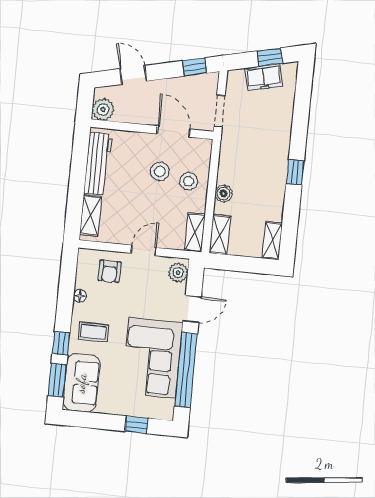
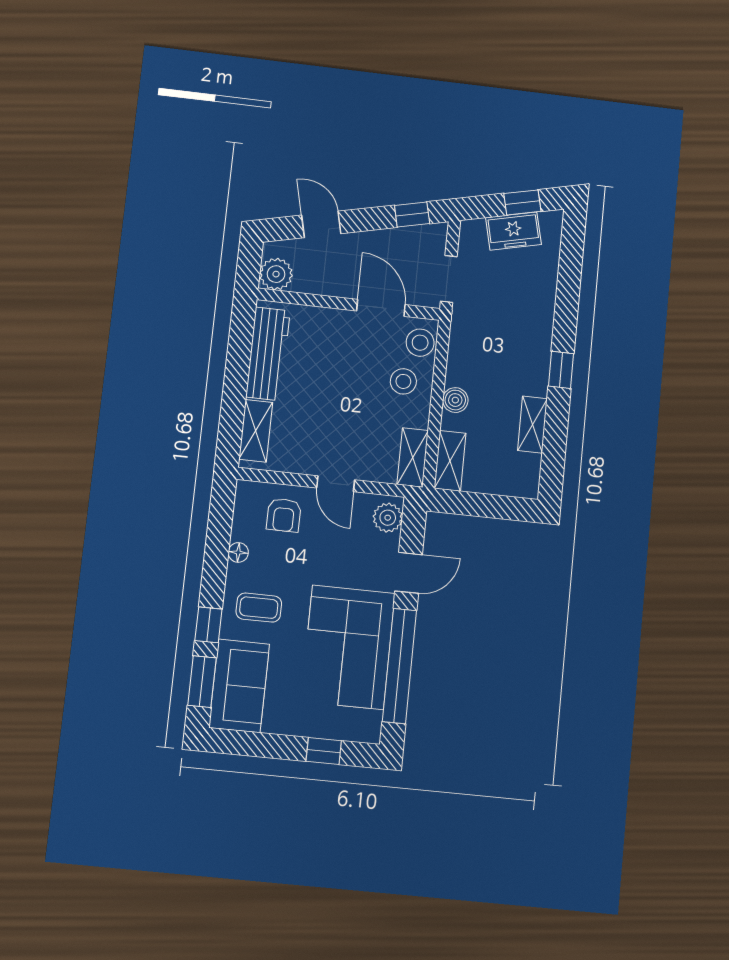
stool: (160, 171) -> (420, 343), moved
shelving: (272, 241) -> (532, 425), moved
door: (144, 250) -> (336, 484), swing flipped

